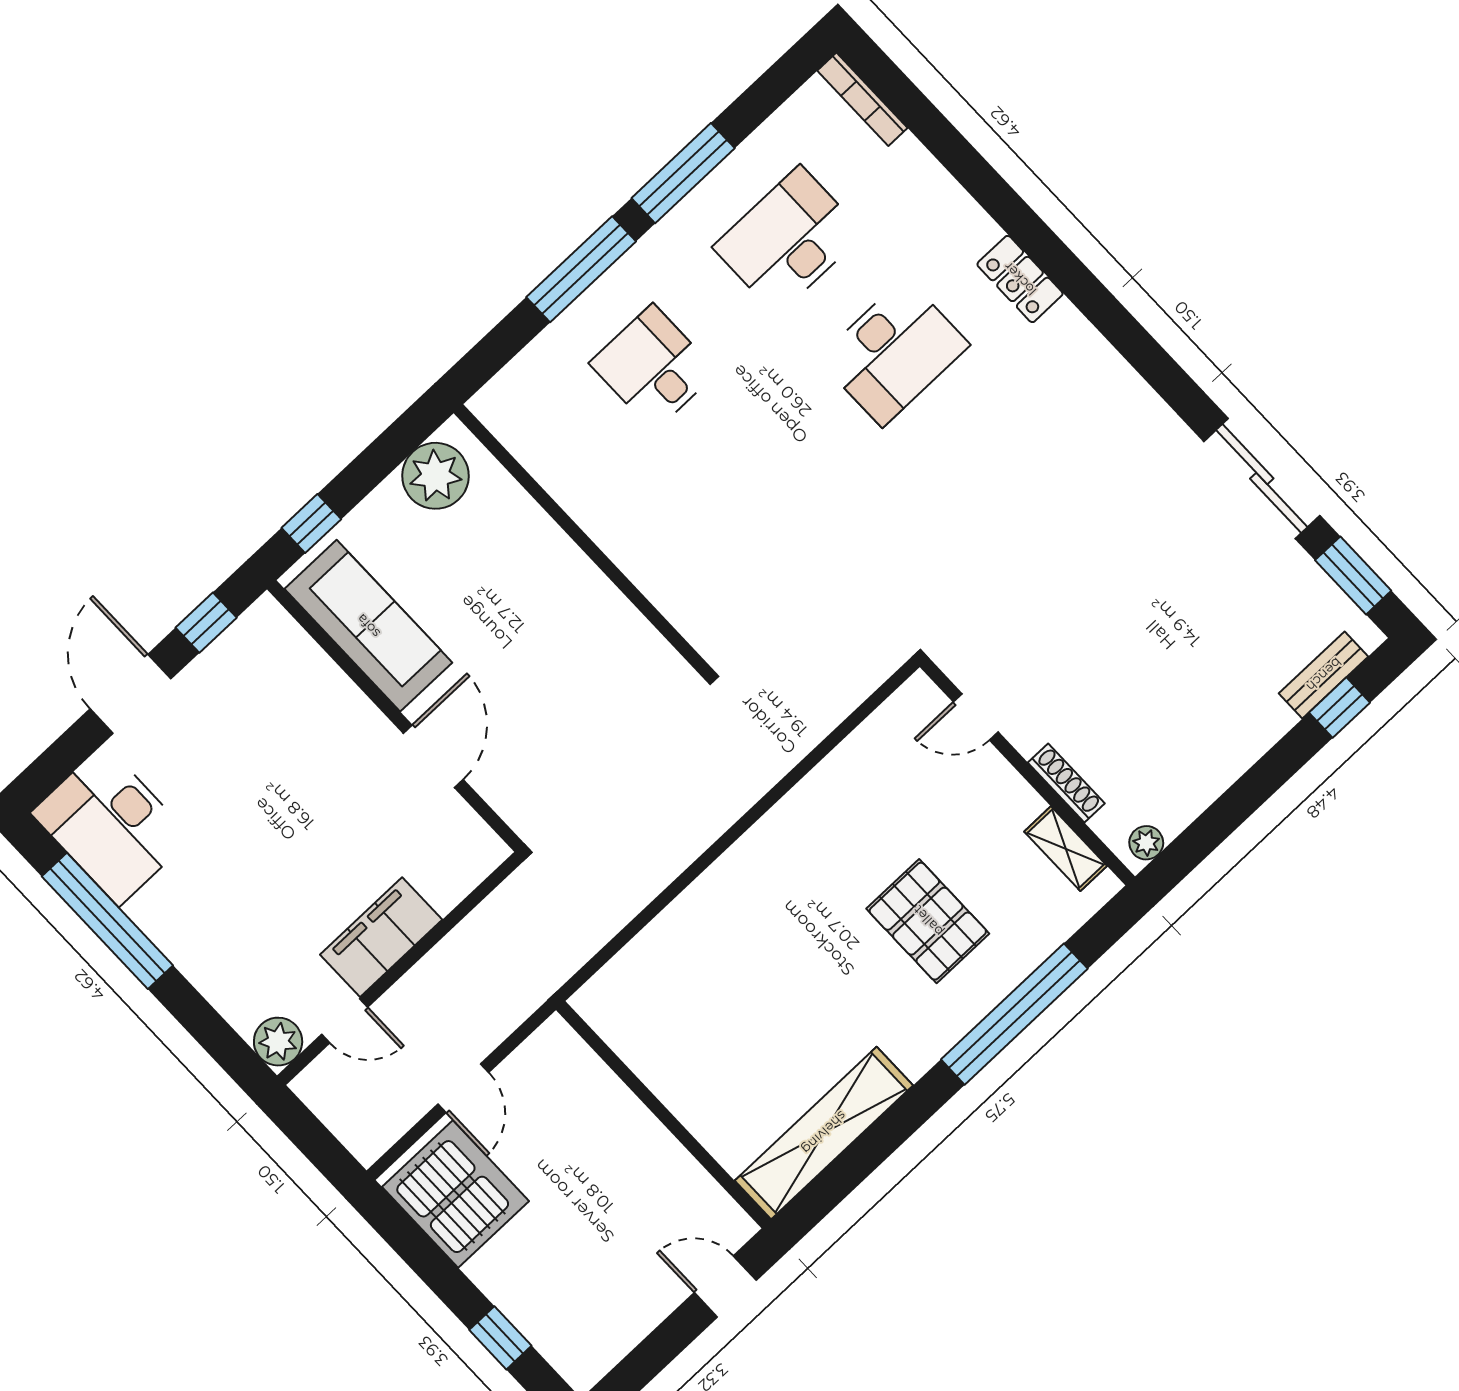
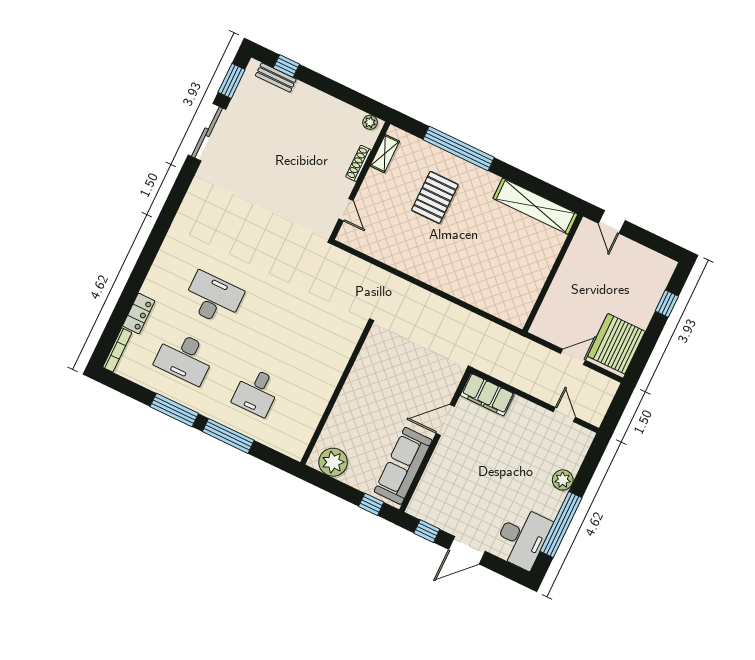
locker: (1020, 279) -> (139, 314), moved
filing cabinet: (381, 937) -> (487, 395), moved
plant: (278, 1042) -> (563, 480), moved

